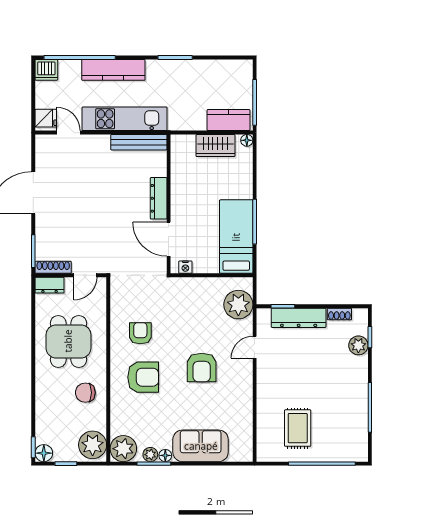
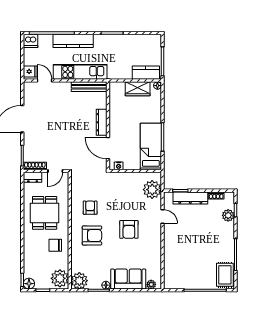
door: (255, 347) -> (162, 217), swing flipped
rug: (298, 428) -> (225, 275), moved
plant: (150, 455) -> (151, 284), moved

